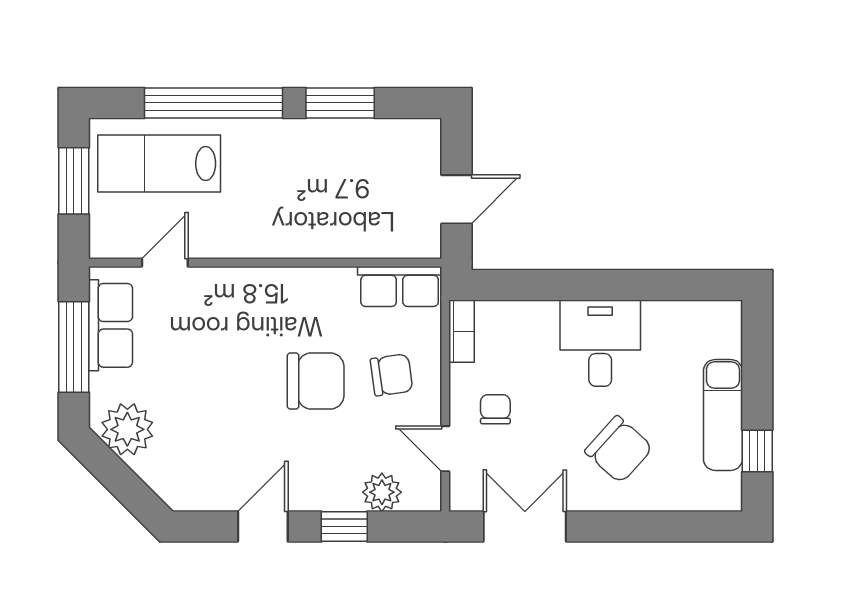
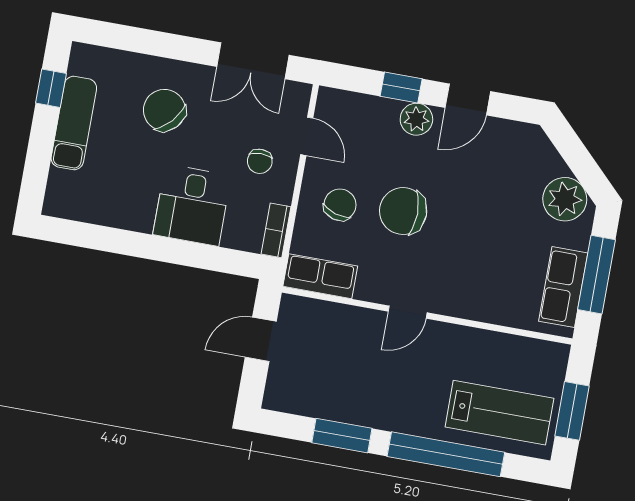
door: (165, 263) -> (408, 312), moved
desk: (600, 343) -> (192, 205), moved
chair: (392, 375) -> (340, 205), turned 115
plant: (382, 492) -> (416, 119), moved

